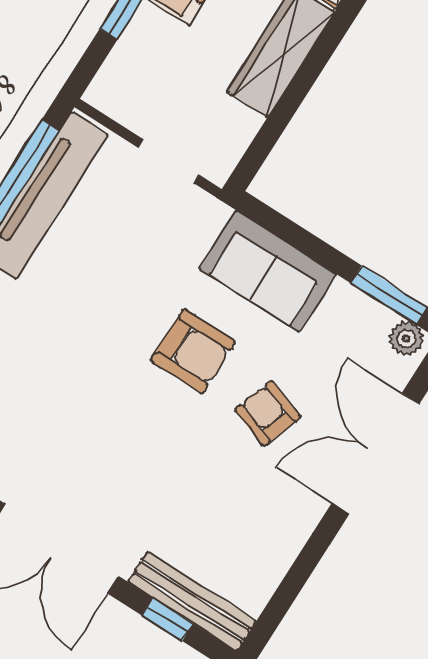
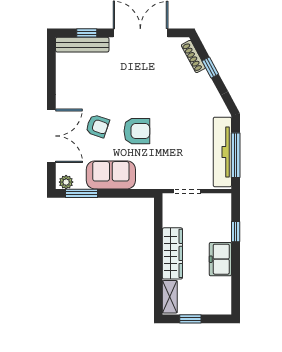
sofa: (268, 271) -> (111, 175), moved
armchair: (193, 351) -> (137, 131), turned 180

